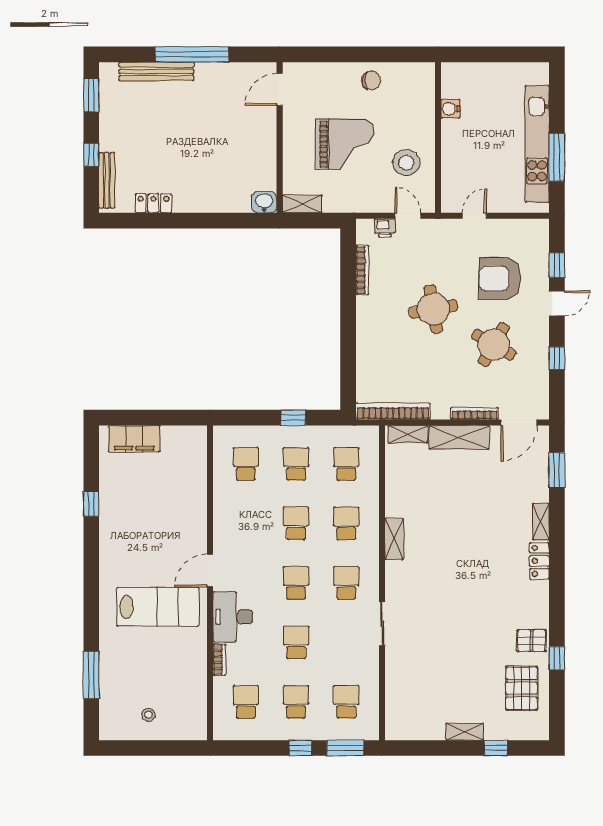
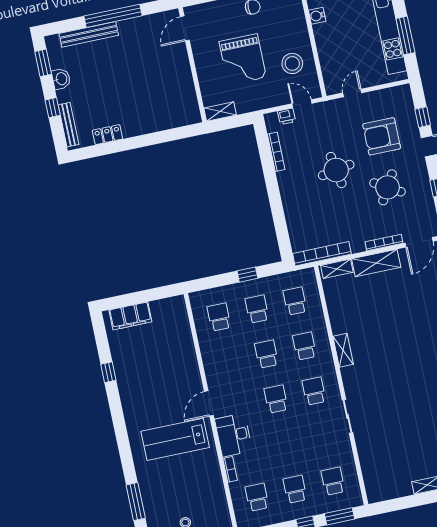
grand piano: (345, 144) -> (243, 59), turned 90
washbasin: (264, 202) -> (61, 79), moved, turned 90
lab bench: (158, 607) -> (175, 439), turned 180
school desk: (296, 642) -> (285, 444), removed

